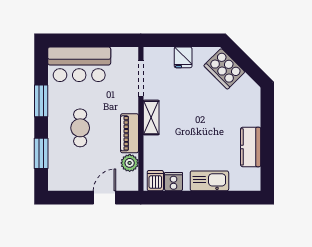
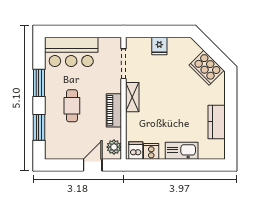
cooker: (224, 69) -> (207, 68), moved
plant: (130, 163) -> (114, 147), moved

